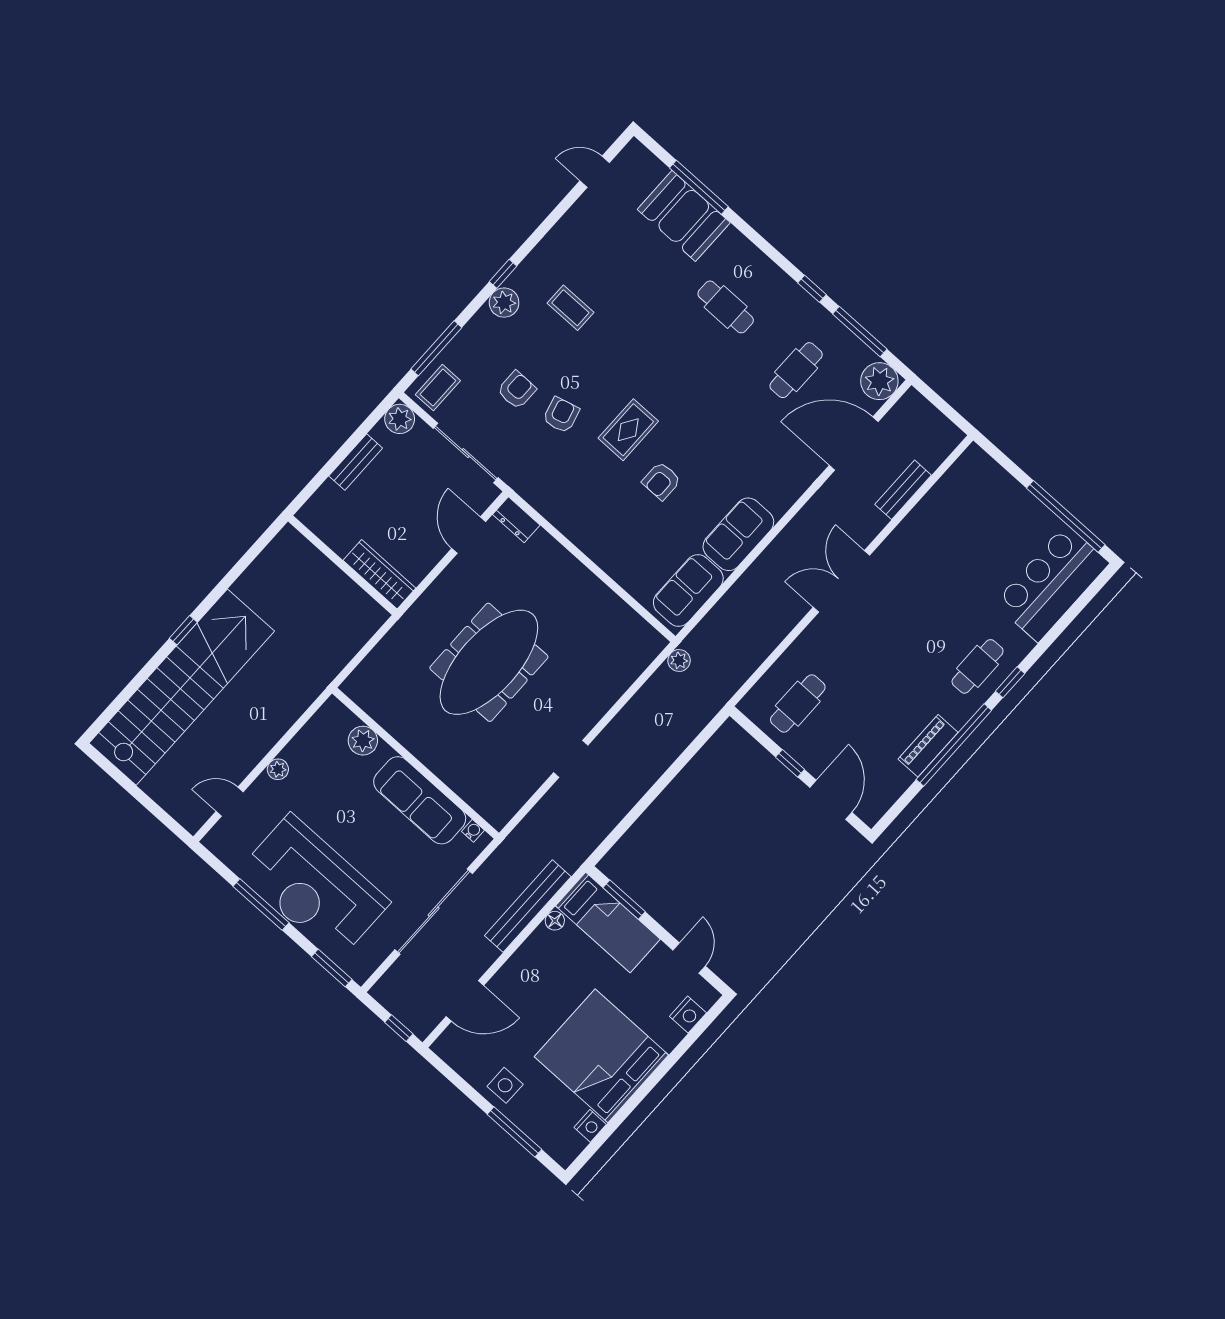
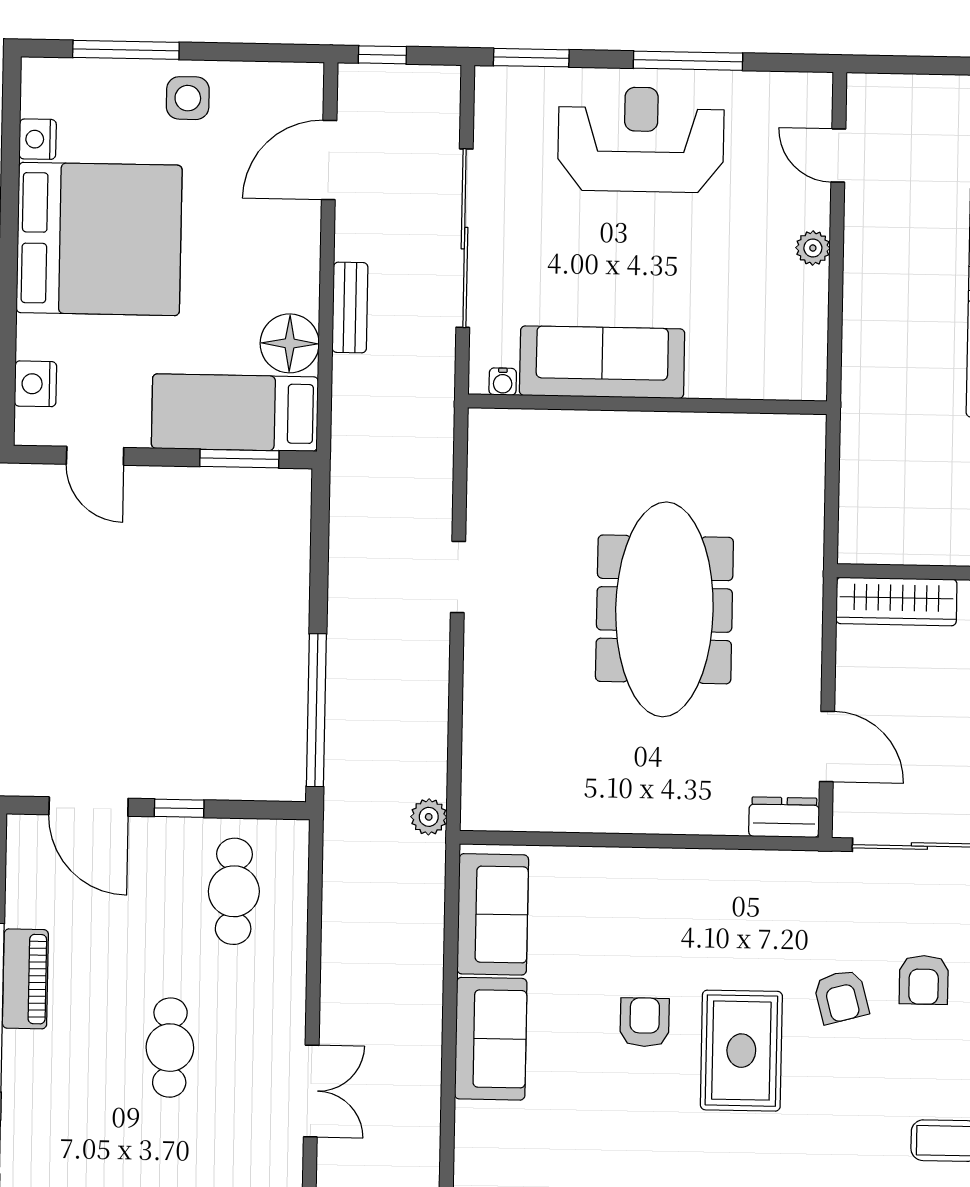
rug: (628, 430) -> (741, 1051), width x1.36, depth x1.43
double door: (841, 581) -> (311, 1091), width x0.73
cafe table: (978, 666) -> (170, 1048), moved
plant: (363, 741) -> (738, 376), removed
window: (688, 754) -> (316, 710), added
door: (230, 802) -> (838, 156), swing flipped
reception desk: (314, 887) -> (641, 139), width x0.74, depth x0.77
bench: (528, 906) -> (350, 308), width x0.54, depth x0.82
floor lamp: (555, 921) -> (290, 343), width x1.89, depth x1.89

